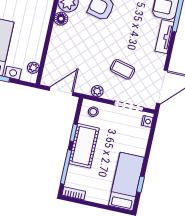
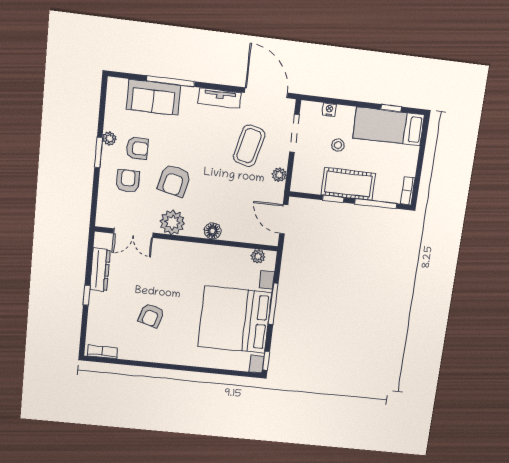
floor lamp: (61, 19) -> (213, 231), moved
tv unit: (164, 37) -> (220, 98), moved
coffee table: (122, 69) -> (249, 146), width x1.36, depth x1.30
stool: (93, 112) -> (338, 145), moved
nightstand: (147, 121) -> (329, 110), moved

